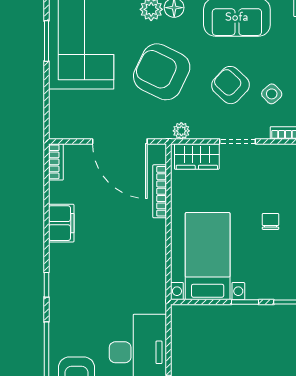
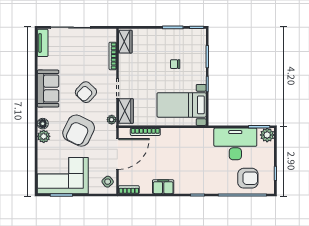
side table: (272, 94) -> (108, 182), moved
chair: (270, 221) -> (175, 64), moved

